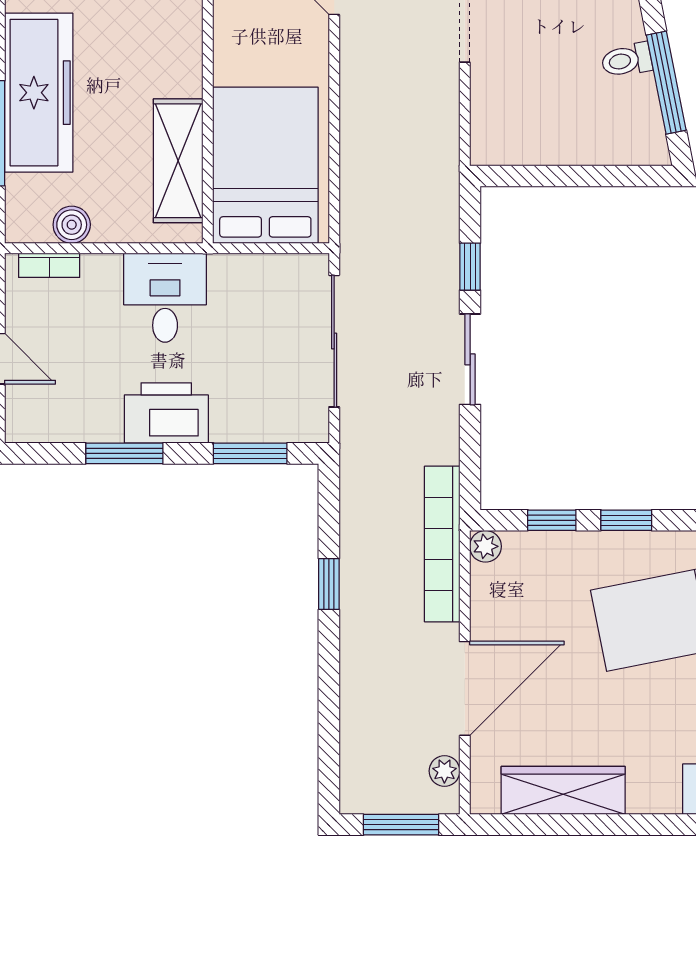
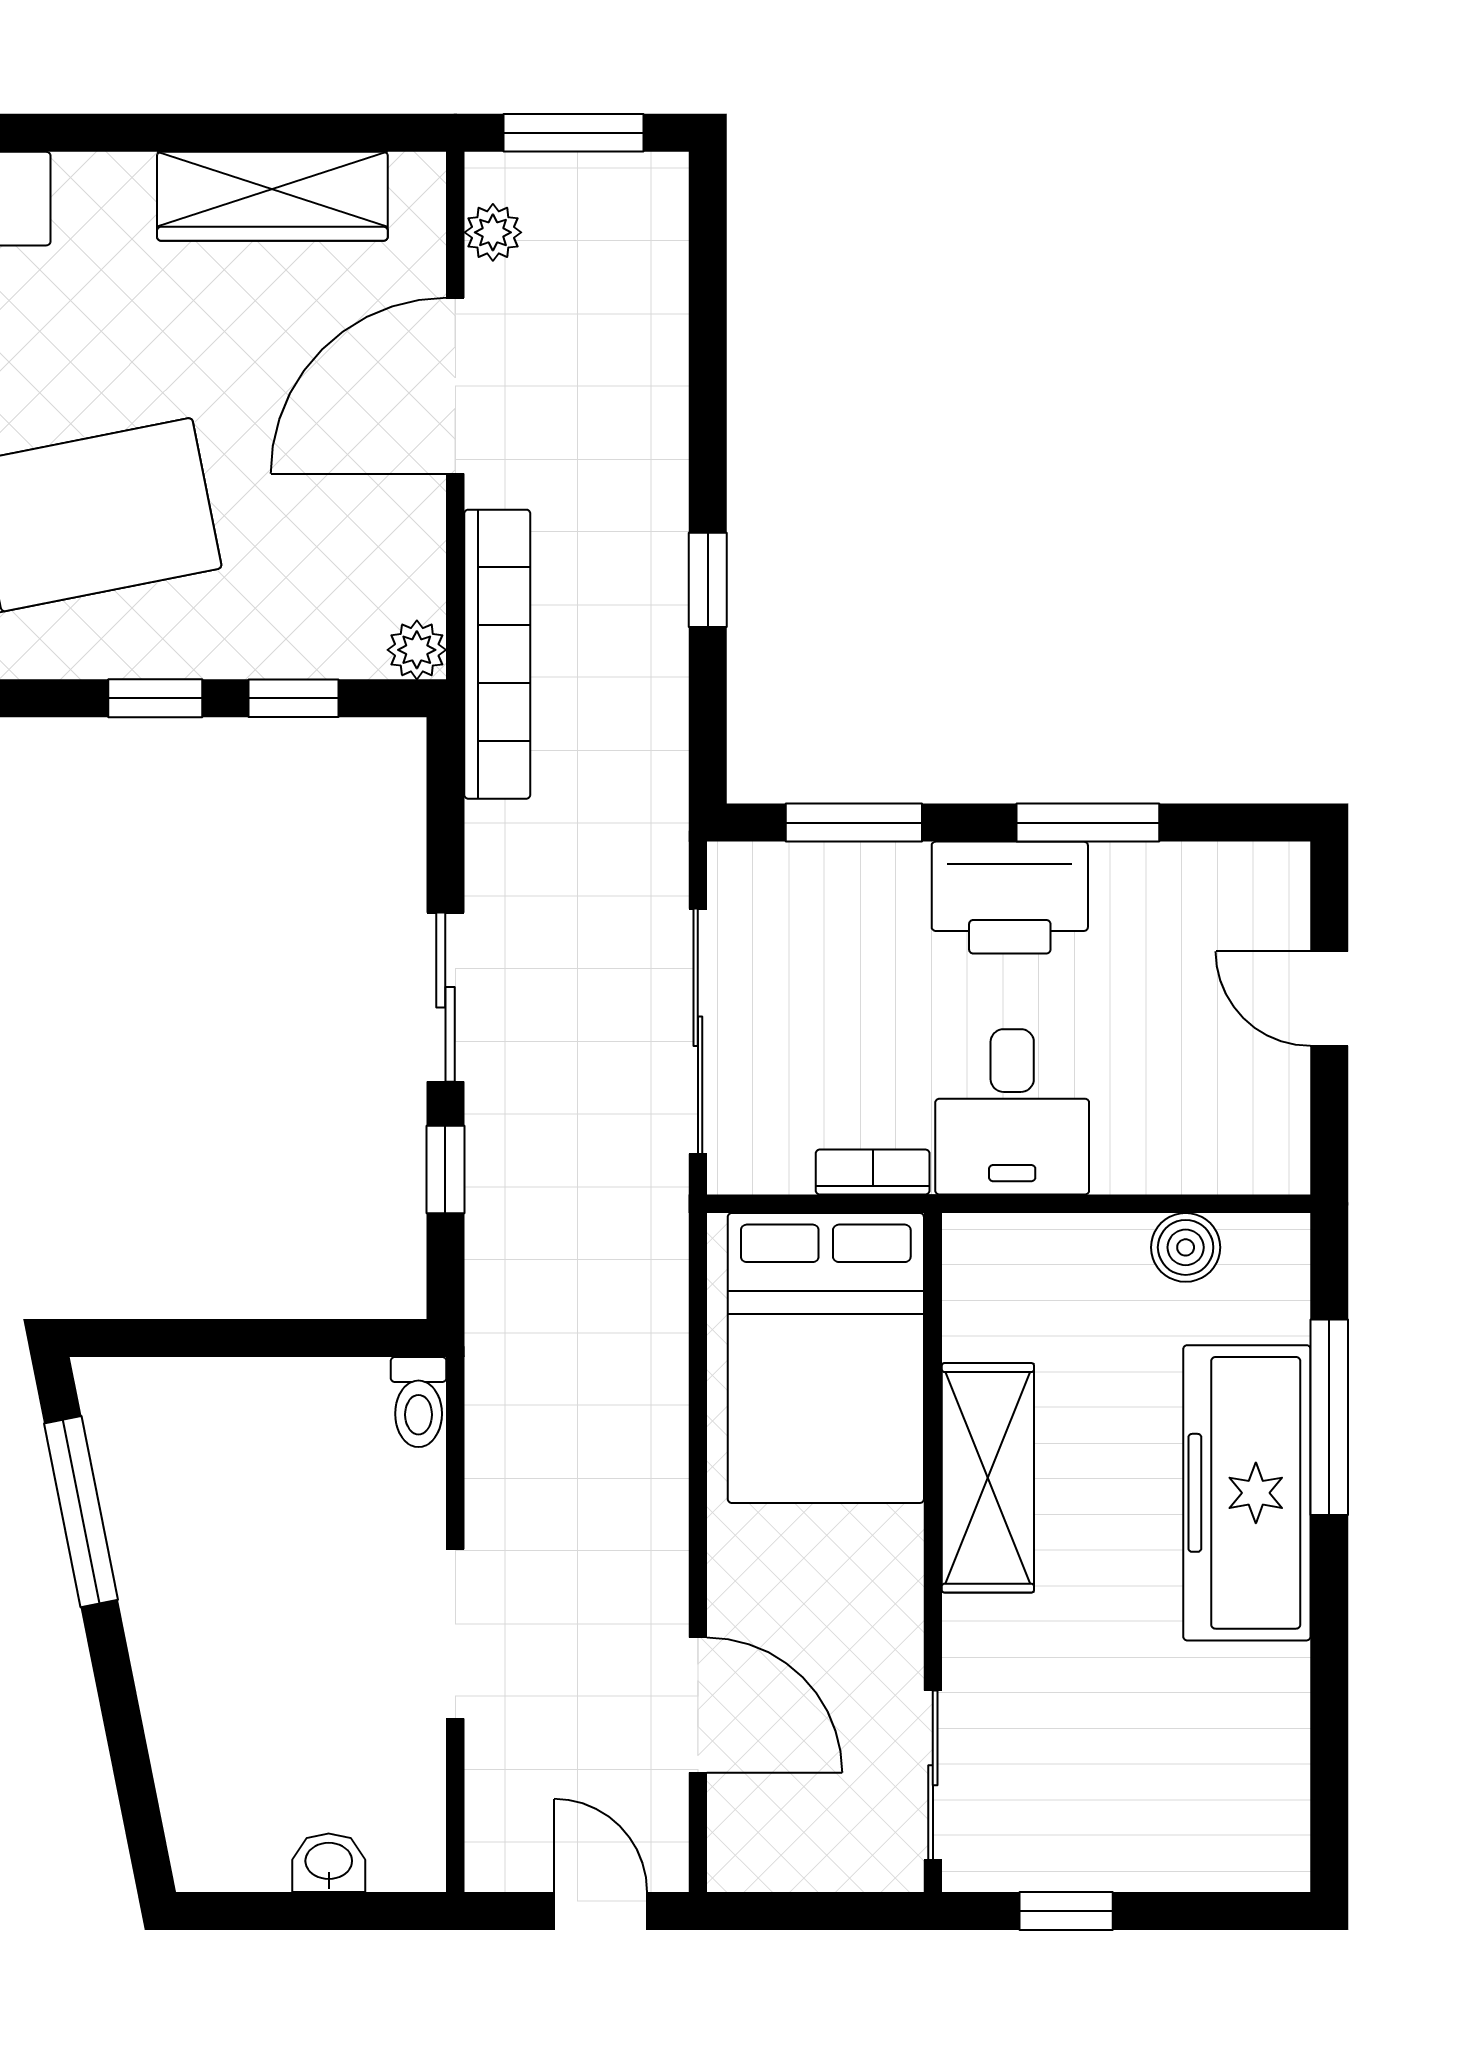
toilet: (627, 60) -> (419, 1402), moved, turned 101
shelving: (178, 161) -> (988, 1478), moved
bookcase: (49, 265) -> (873, 1172), moved

